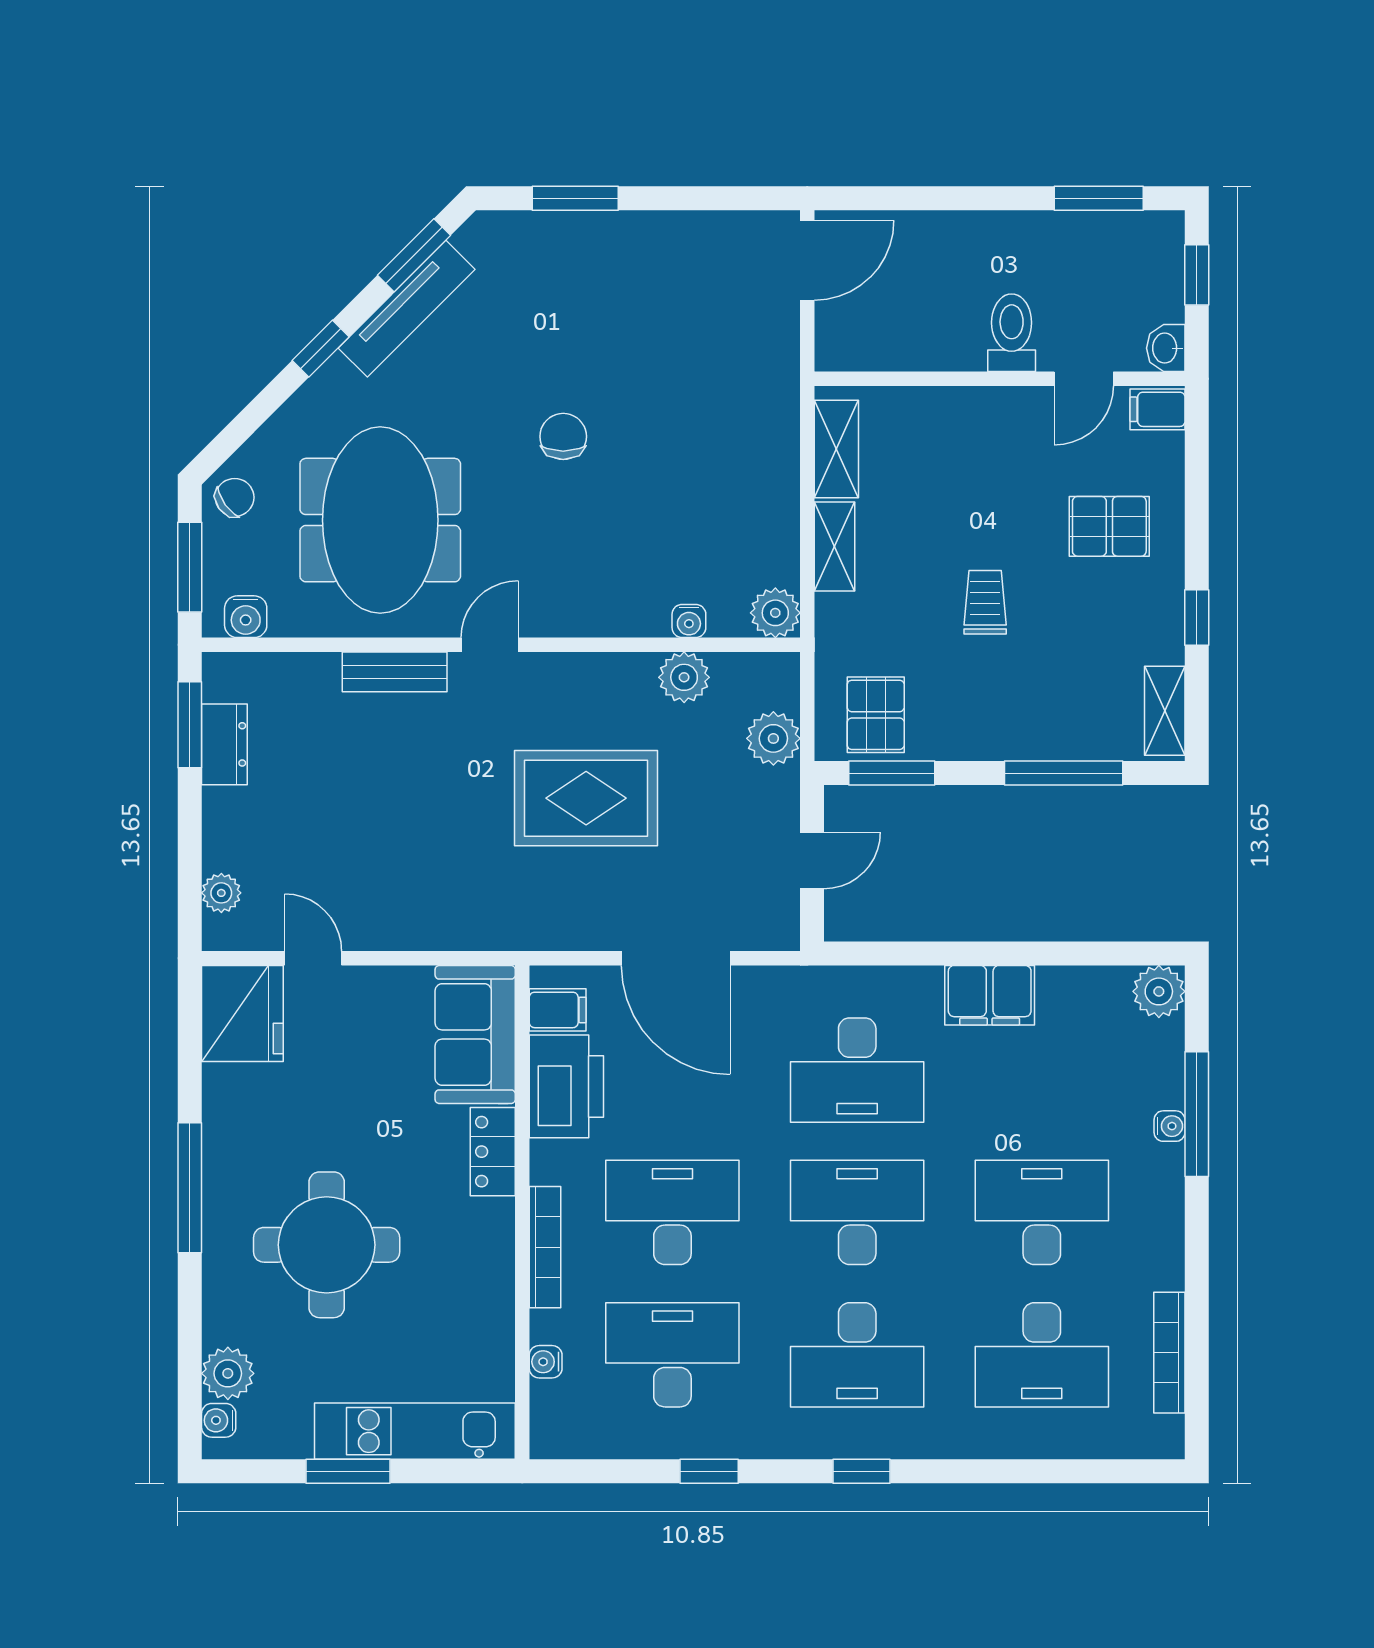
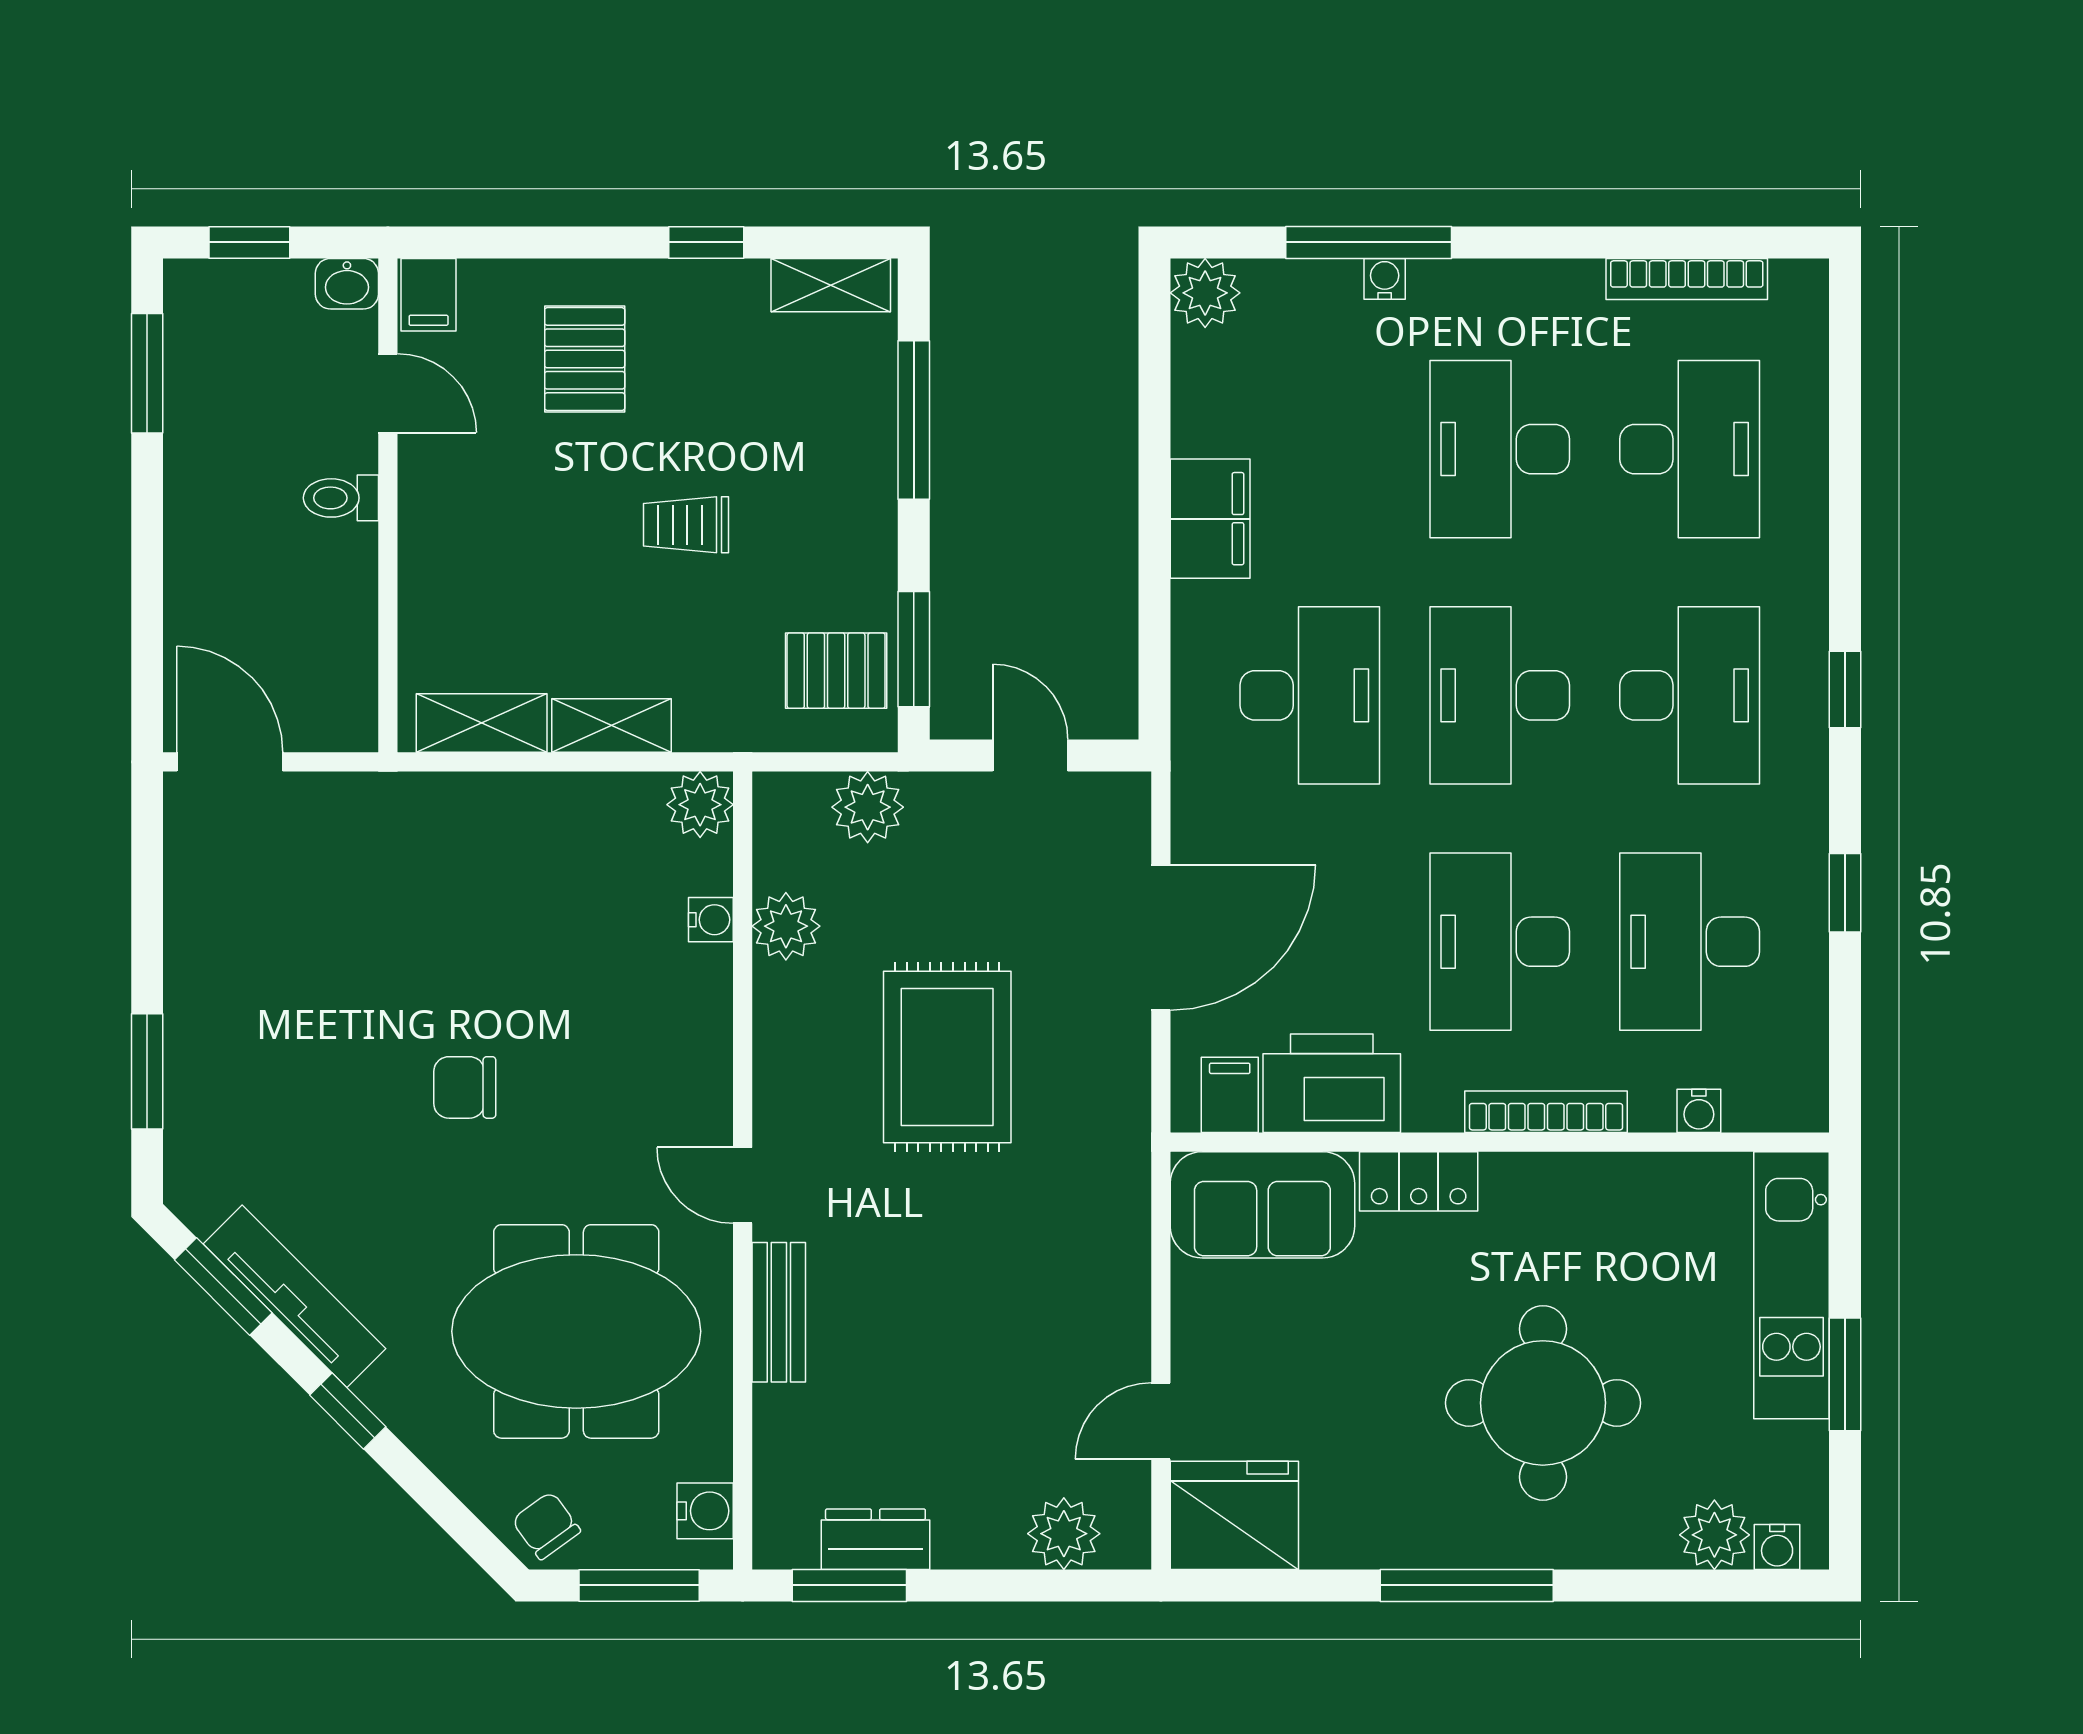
toilet: (1012, 333) -> (341, 498), width x0.73, depth x0.72
plant: (221, 893) -> (1064, 1534), width x1.38, depth x1.38

